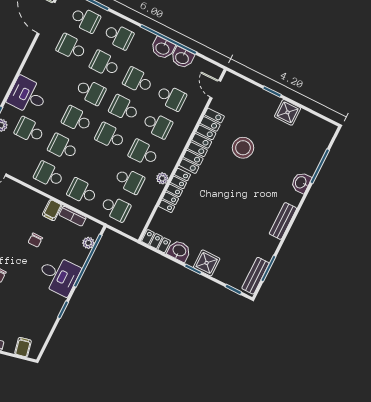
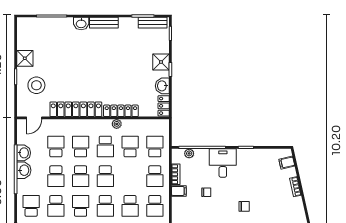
stool: (243, 148) -> (36, 85), moved
washbasin: (301, 183) -> (81, 24), moved

